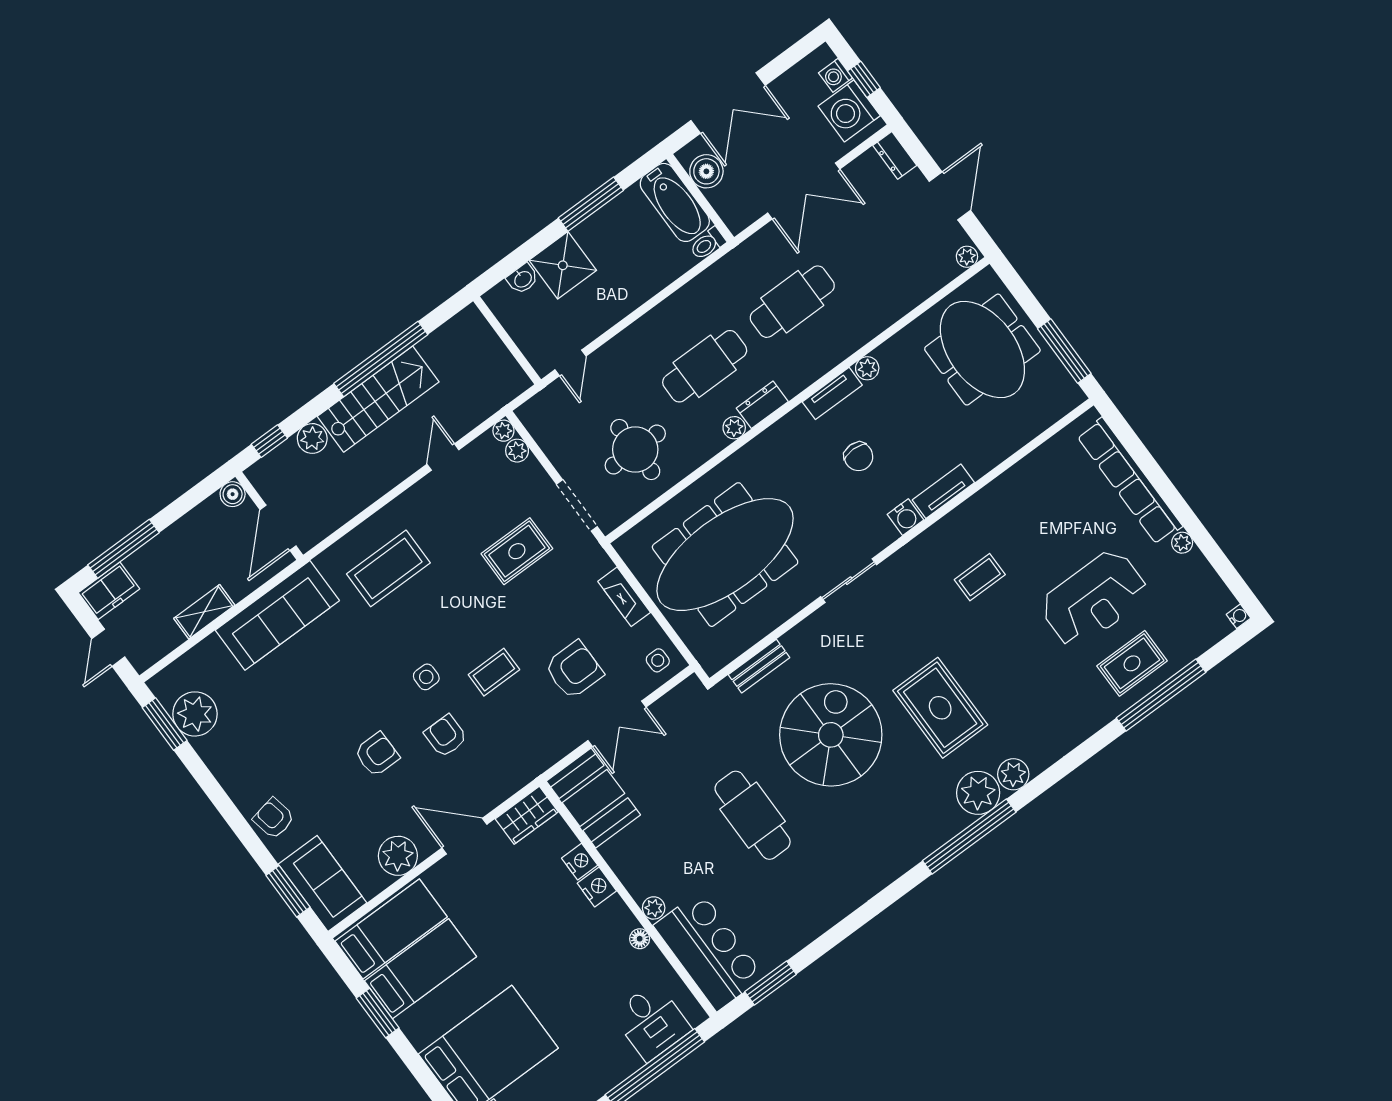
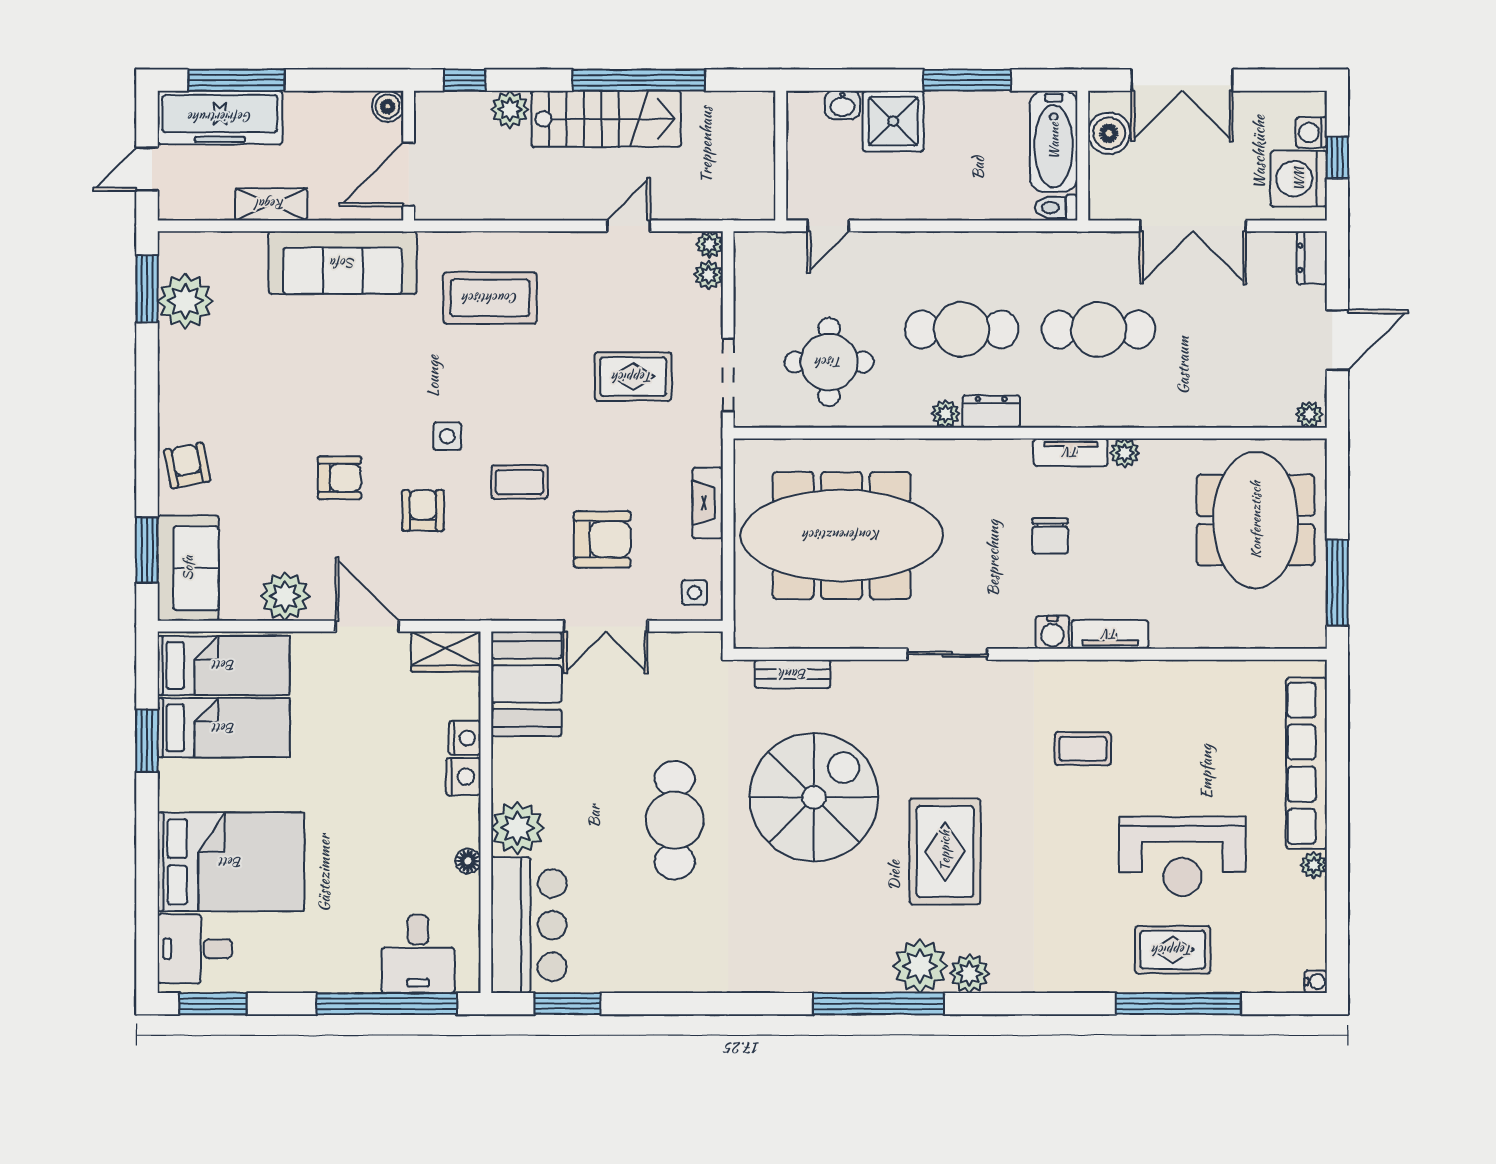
freezer: (109, 591) -> (220, 117), width x1.91, depth x1.26
plant: (654, 908) -> (517, 828), width x1.88, depth x1.88

